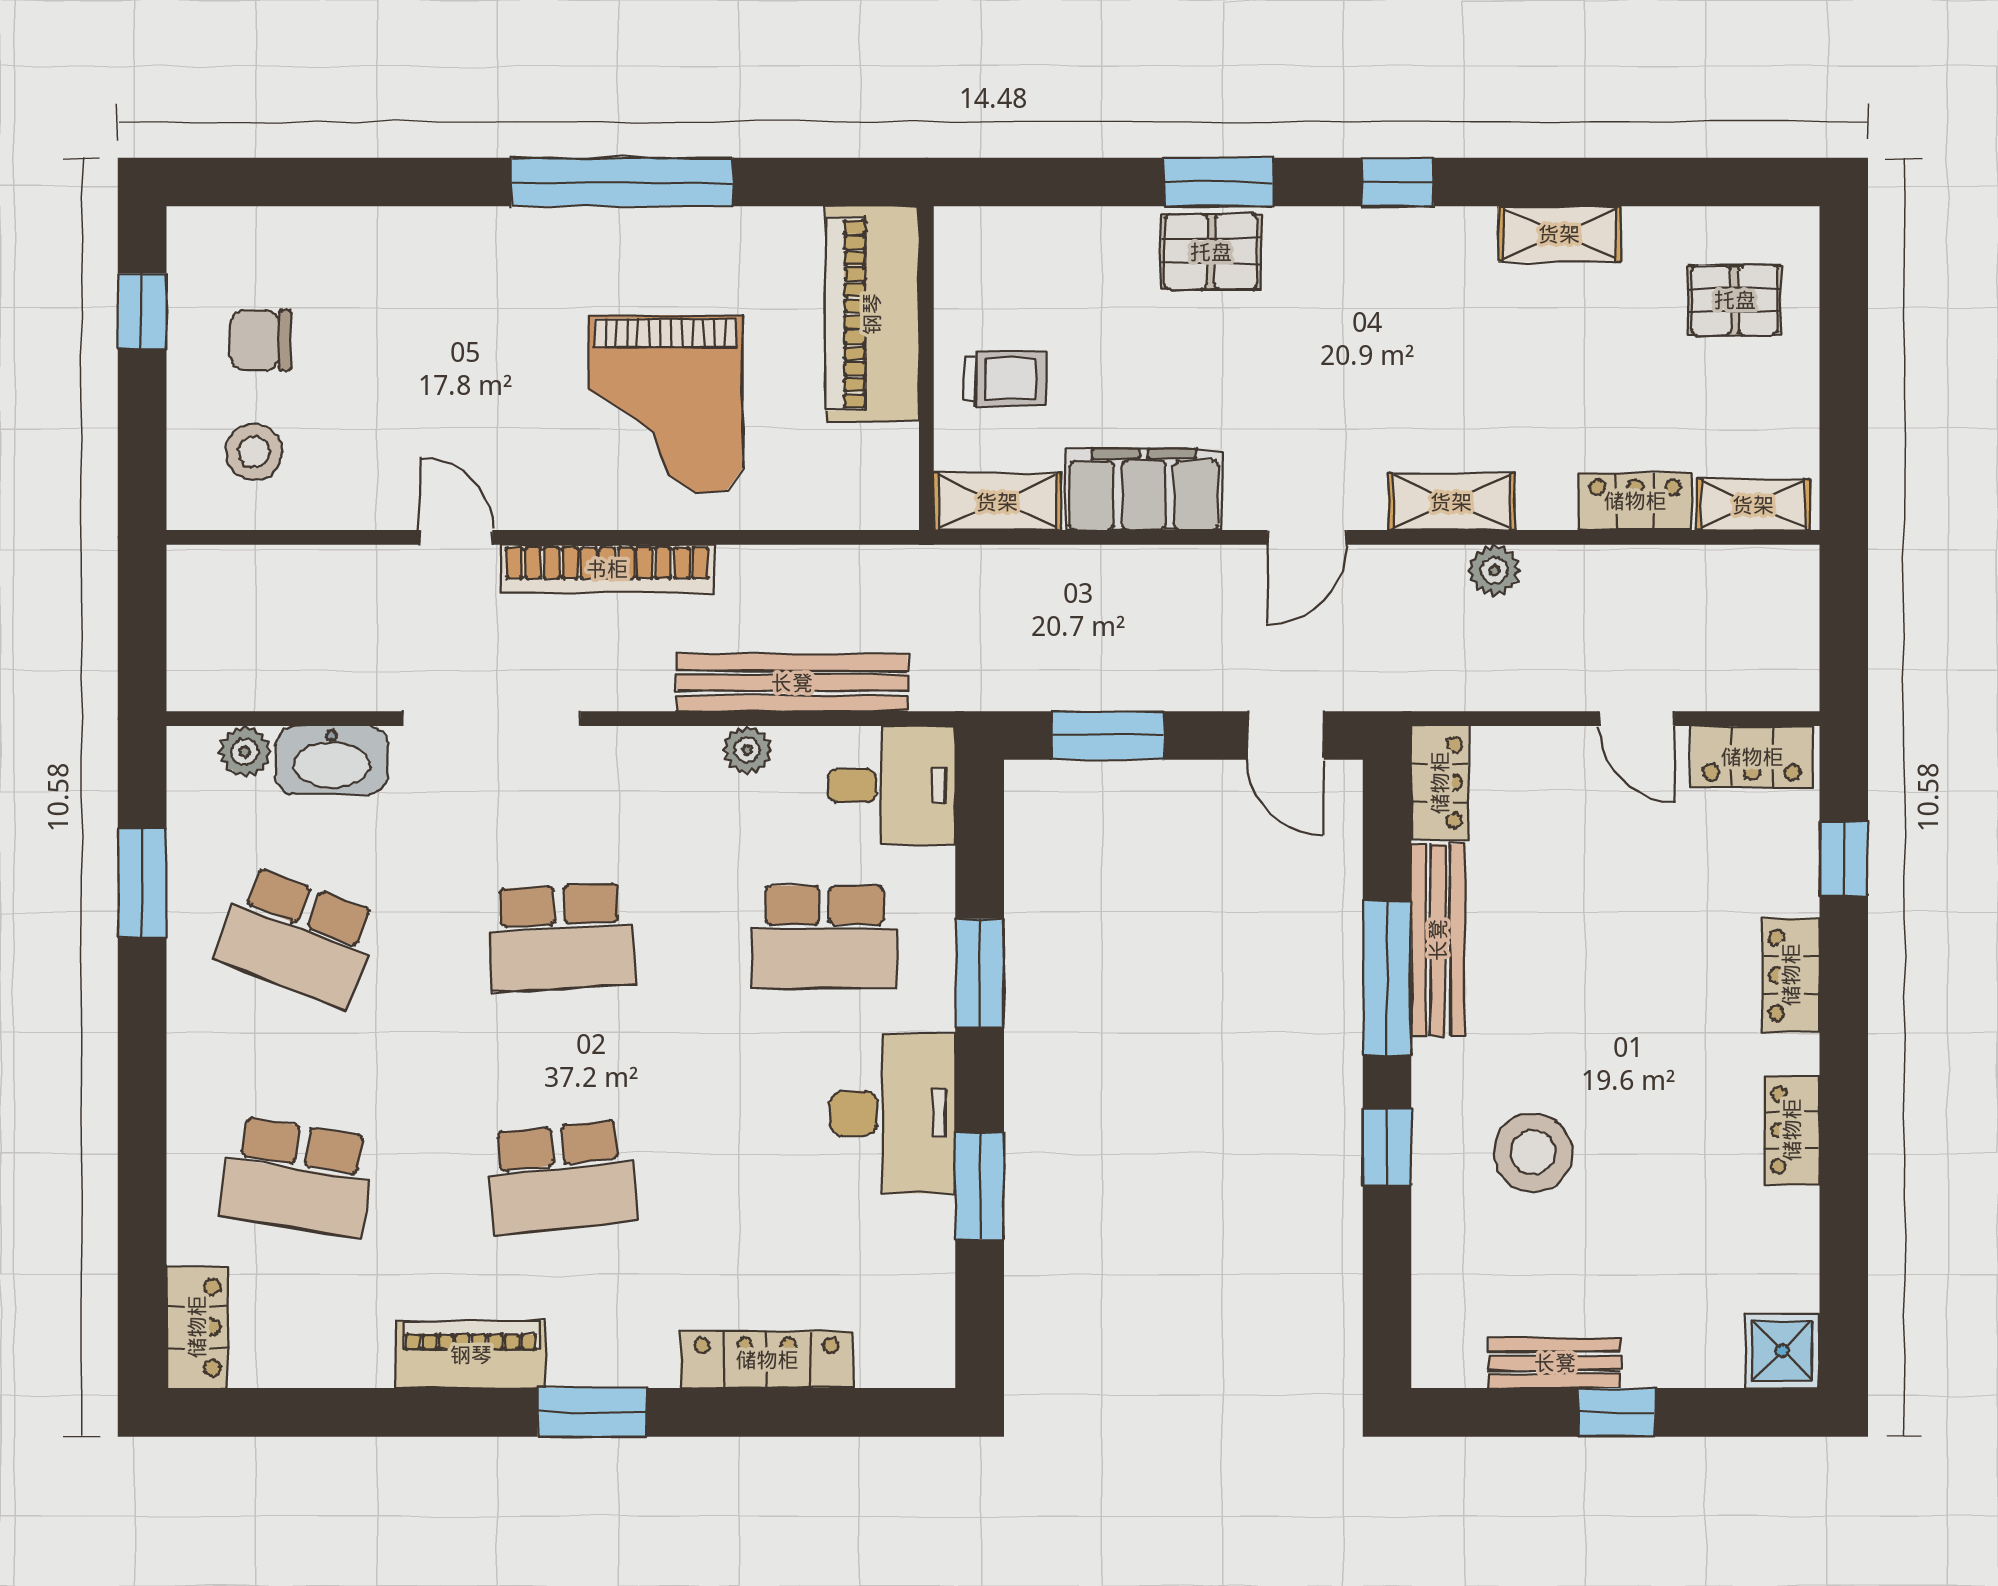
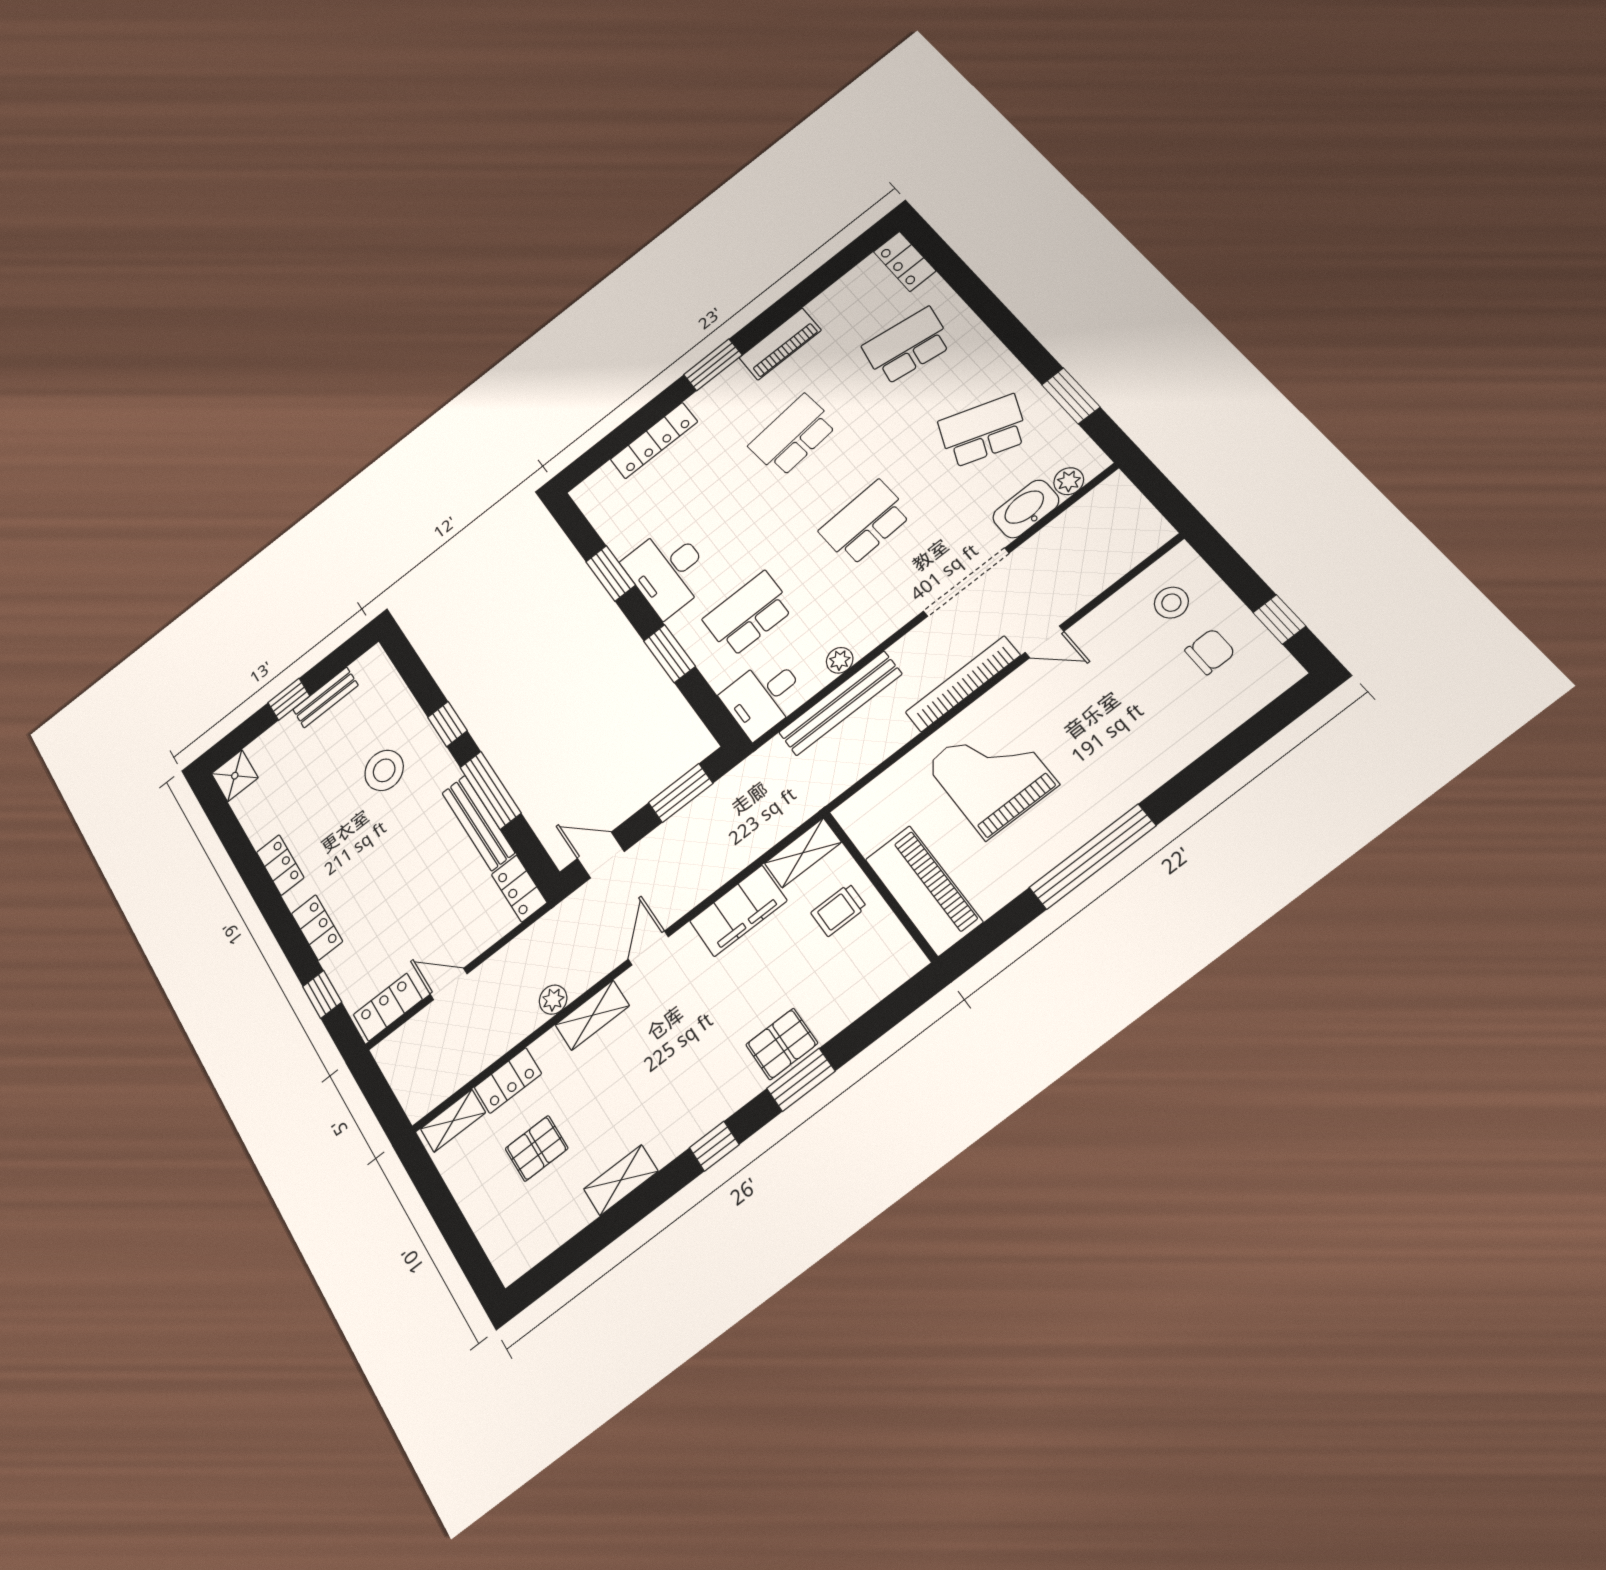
pallet: (1735, 300) -> (537, 1148), moved

